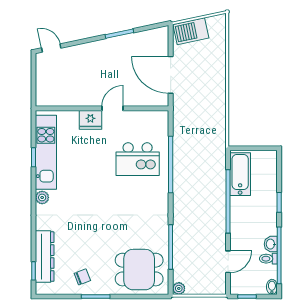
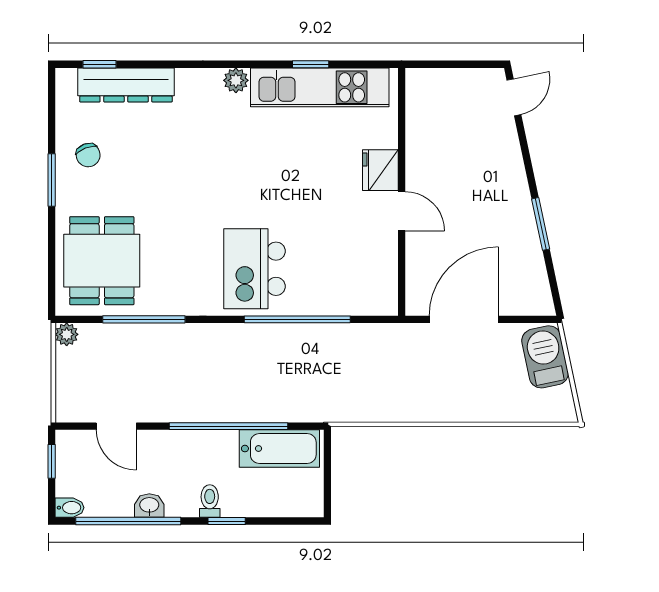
kitchen island: (138, 159) -> (254, 269), moved
toilet: (268, 259) -> (210, 501), moved

